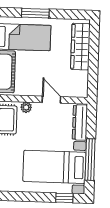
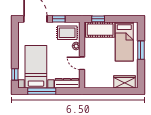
wardrobe: (80, 47) -> (124, 82), width x0.67
door: (51, 100) -> (82, 63), swing flipped

